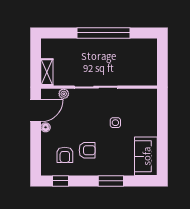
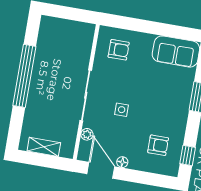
shelving: (47, 72) -> (44, 147), moved
side table: (115, 123) -> (122, 110), moved
armchair: (87, 150) -> (119, 50), moved, turned 90

